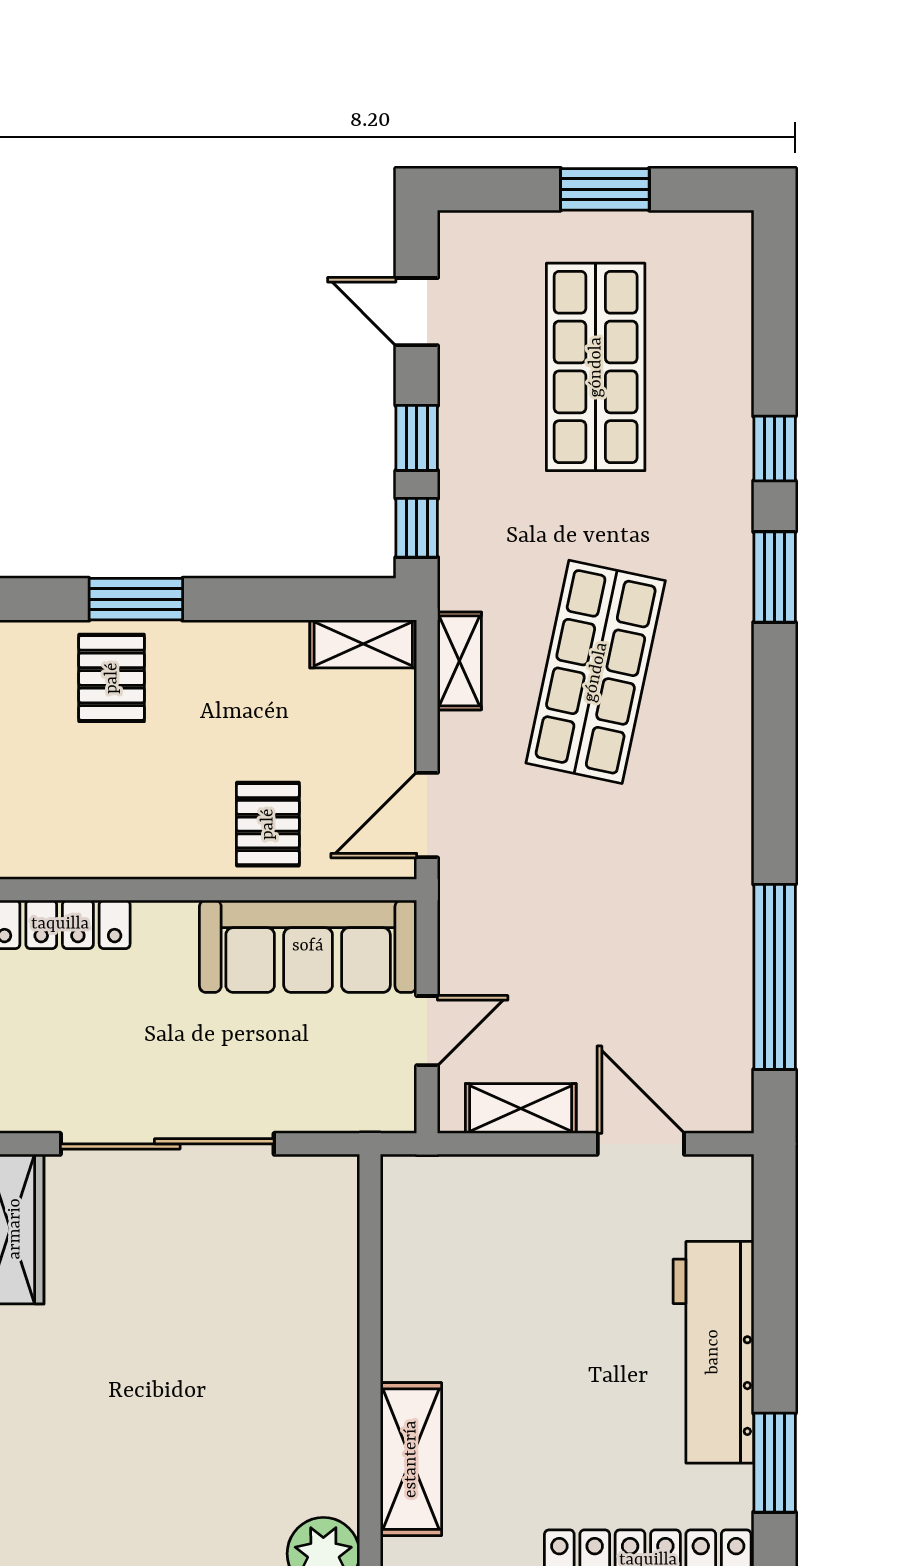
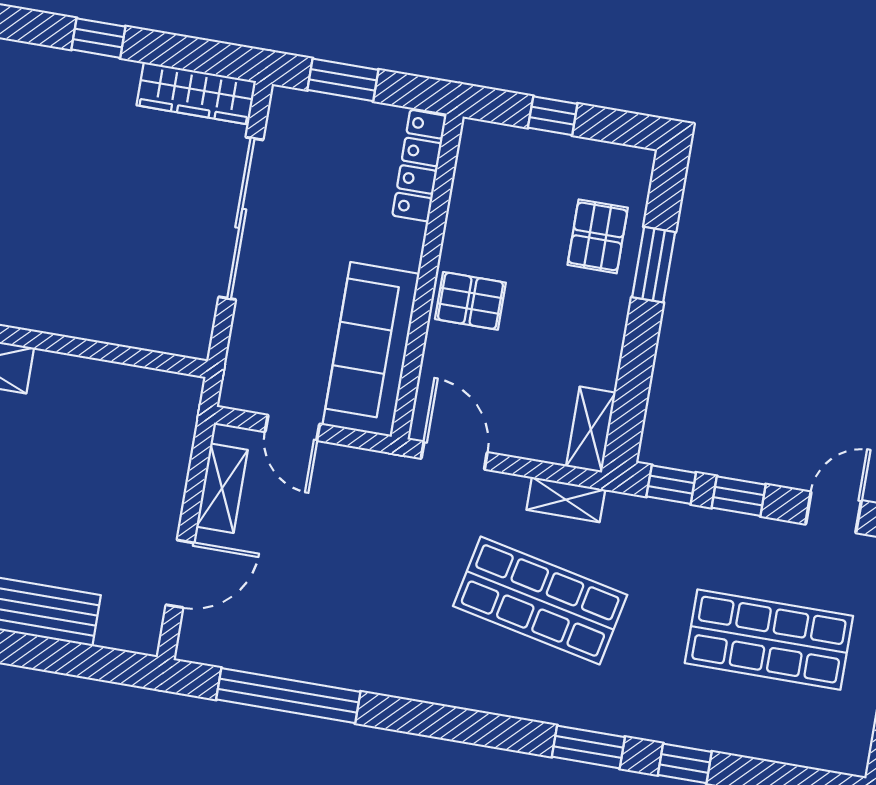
pallet: (112, 678) -> (598, 236), turned 90
pallet: (268, 824) -> (470, 301), moved

